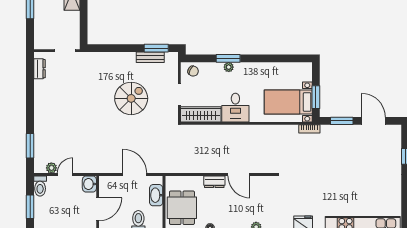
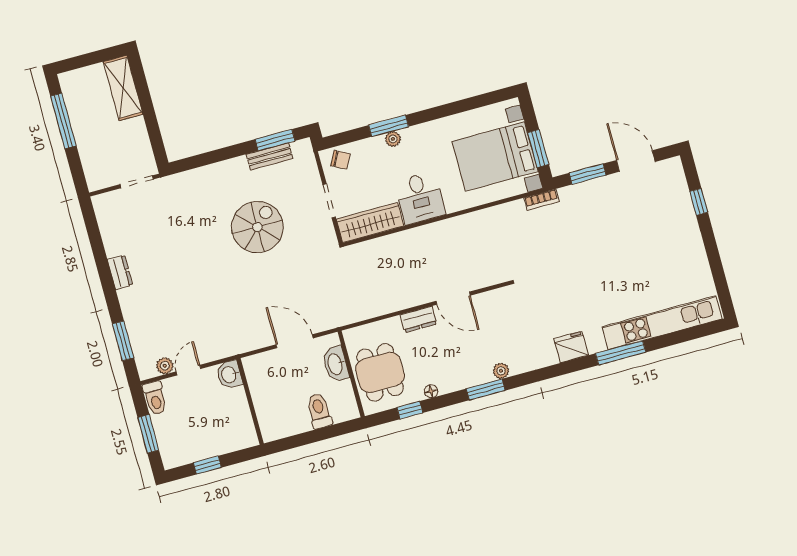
dresser: (40, 69) -> (120, 272), moved
bed with nightstands: (288, 102) -> (495, 156), width x1.36
door: (98, 209) -> (252, 410), removed

